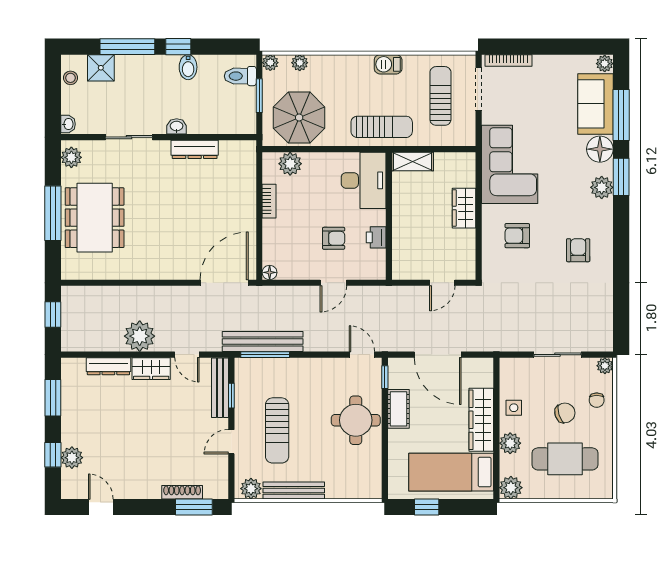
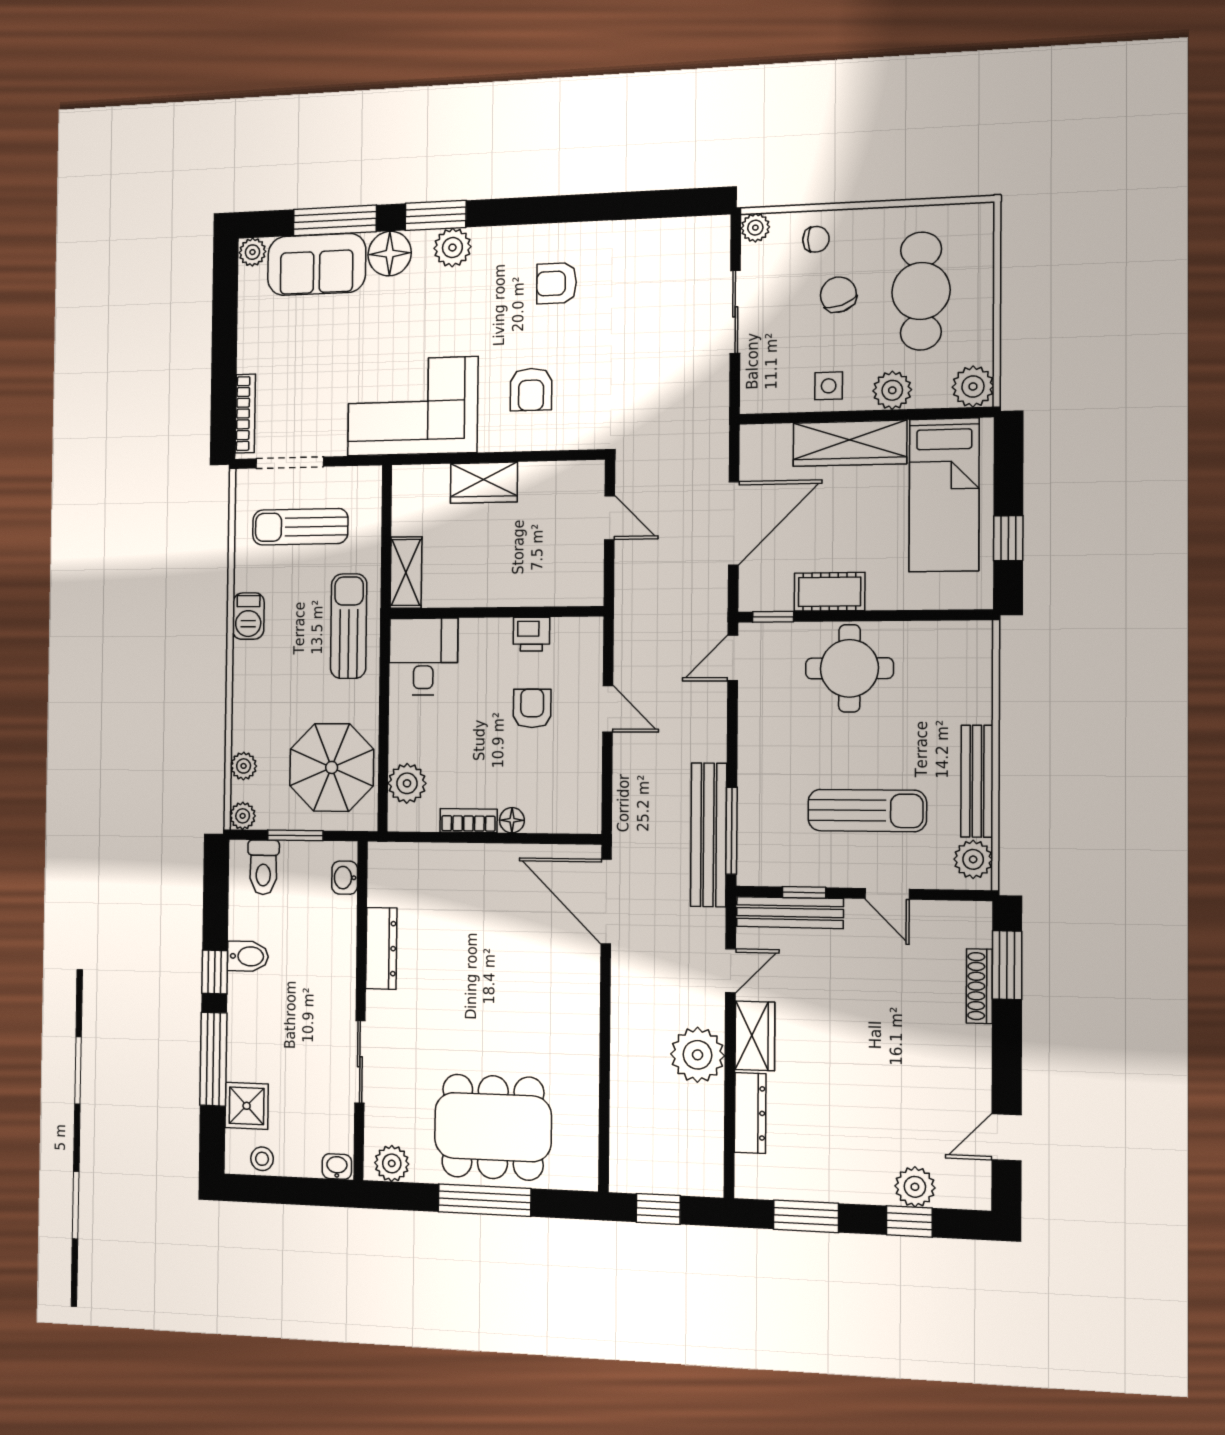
washbasin: (177, 126) -> (345, 878), moved
desk: (364, 180) -> (423, 657), width x0.73
floor lamp: (270, 272) -> (512, 820), moved

